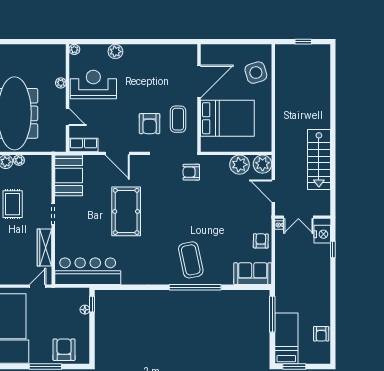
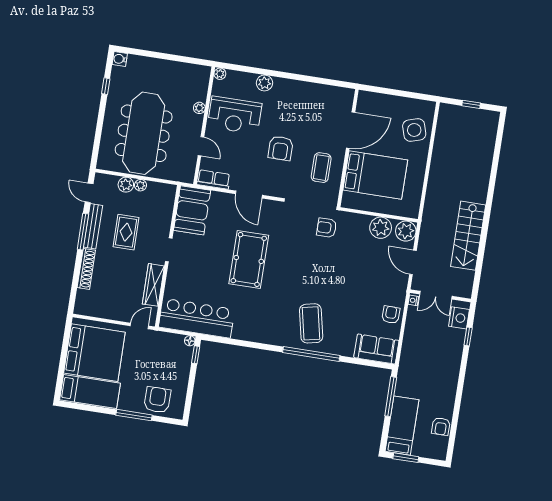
reception desk: (93, 85) -> (235, 115), turned 180
armchair: (150, 124) -> (281, 148), moved
floor lamp: (85, 310) -> (190, 341), moved

